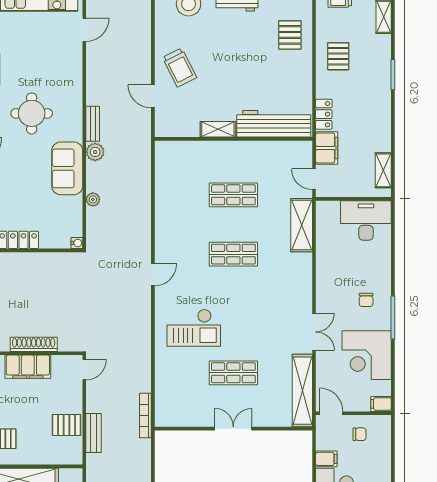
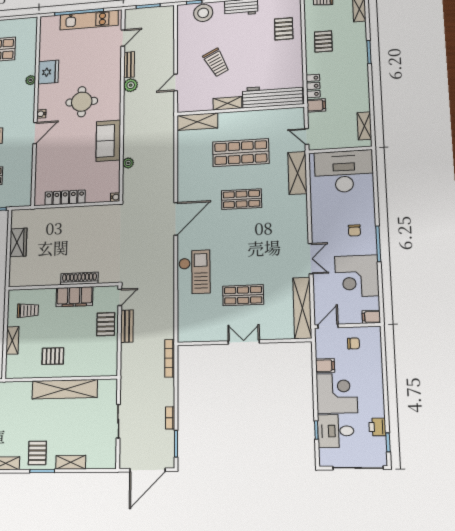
trolley: (180, 67) -> (216, 63), moved
door: (153, 96) -> (176, 82), hinge flipped
bench: (93, 124) -> (129, 65), moved
filing cabinet: (327, 148) -> (316, 105), width x0.50
shelving: (180, 151) -> (197, 122), added
plant: (95, 152) -> (131, 85), moved
shop shelf: (233, 195) -> (241, 153), width x1.43, depth x1.36
desk: (366, 220) -> (344, 171), width x1.36, depth x1.30
door: (153, 275) -> (176, 219), width x1.88
checkout: (194, 328) -> (194, 272), moved, turned -90
door: (331, 413) -> (328, 326), hinge flipped
bookcase: (145, 415) -> (170, 358), moved
pallet: (67, 425) -> (106, 324), moved, turned 90
bench: (94, 433) -> (127, 326), moved

